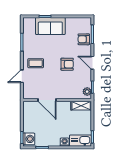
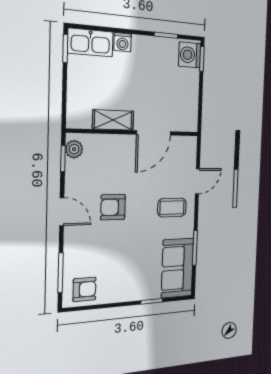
sofa: (50, 26) -> (177, 268), moved, turned -90
armchair: (84, 39) -> (84, 289), moved
door: (47, 100) -> (154, 133), swing flipped
shelving: (81, 106) -> (113, 120), moved

